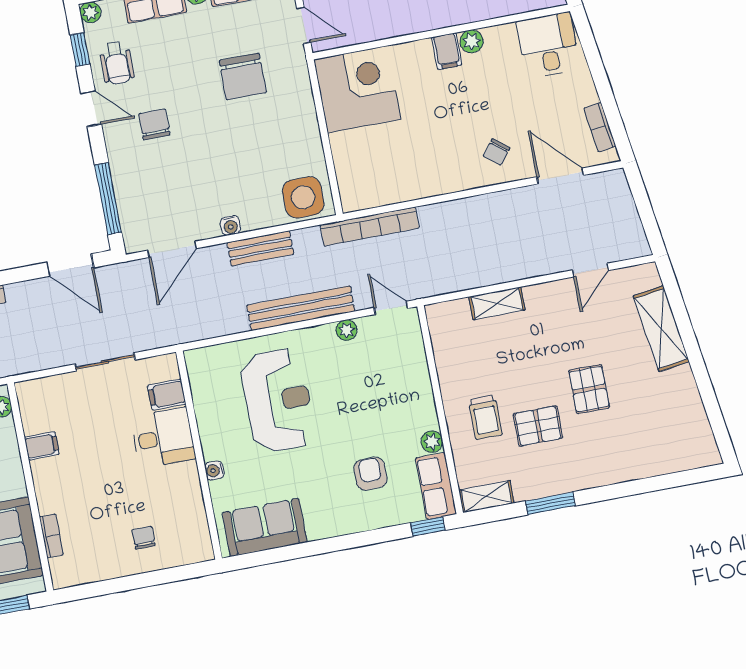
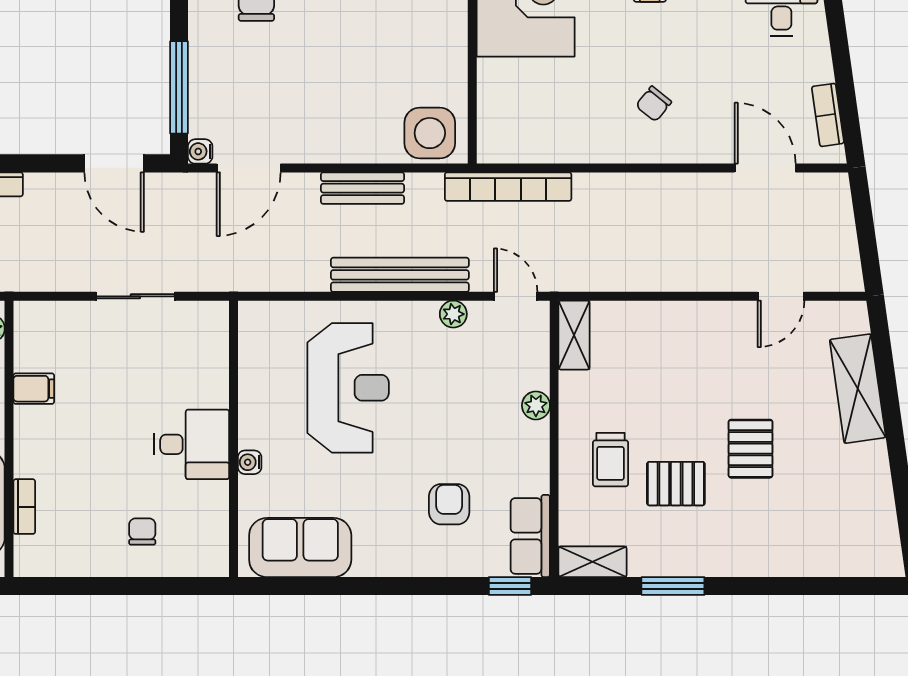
chair: (497, 152) -> (654, 104), moved
water cooler: (230, 225) -> (200, 151), moved, turned 90
shelving: (497, 303) -> (574, 335), moved, turned 90
filing cabinet: (167, 395) -> (207, 353), removed
desk: (163, 438) -> (192, 444), moved
plant: (432, 442) -> (536, 405), moved

